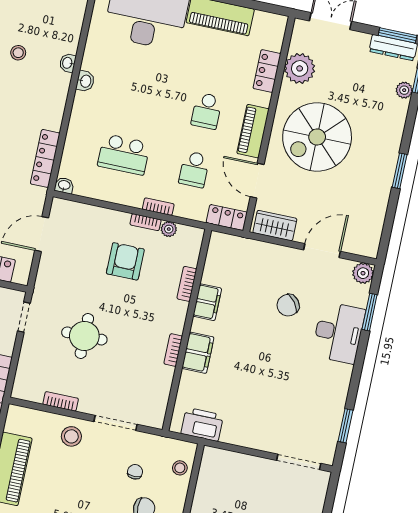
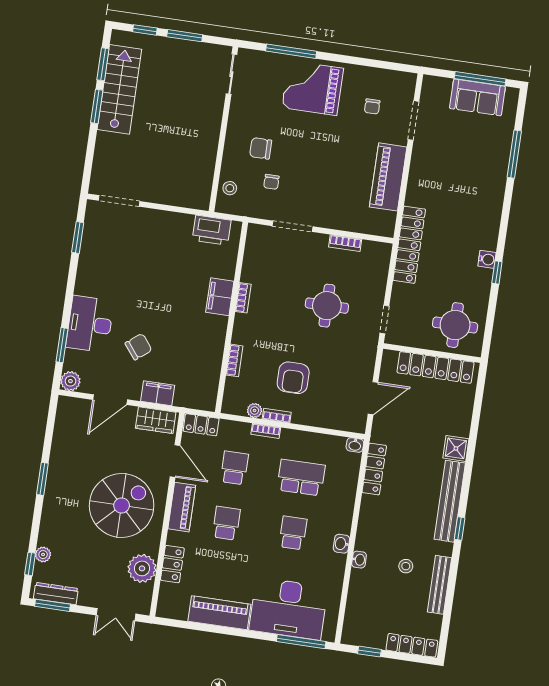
school desk: (136, 96) -> (293, 533), added
filing cabinet: (207, 302) -> (158, 393), moved, turned 90
stool: (71, 436) -> (333, 211), removed

